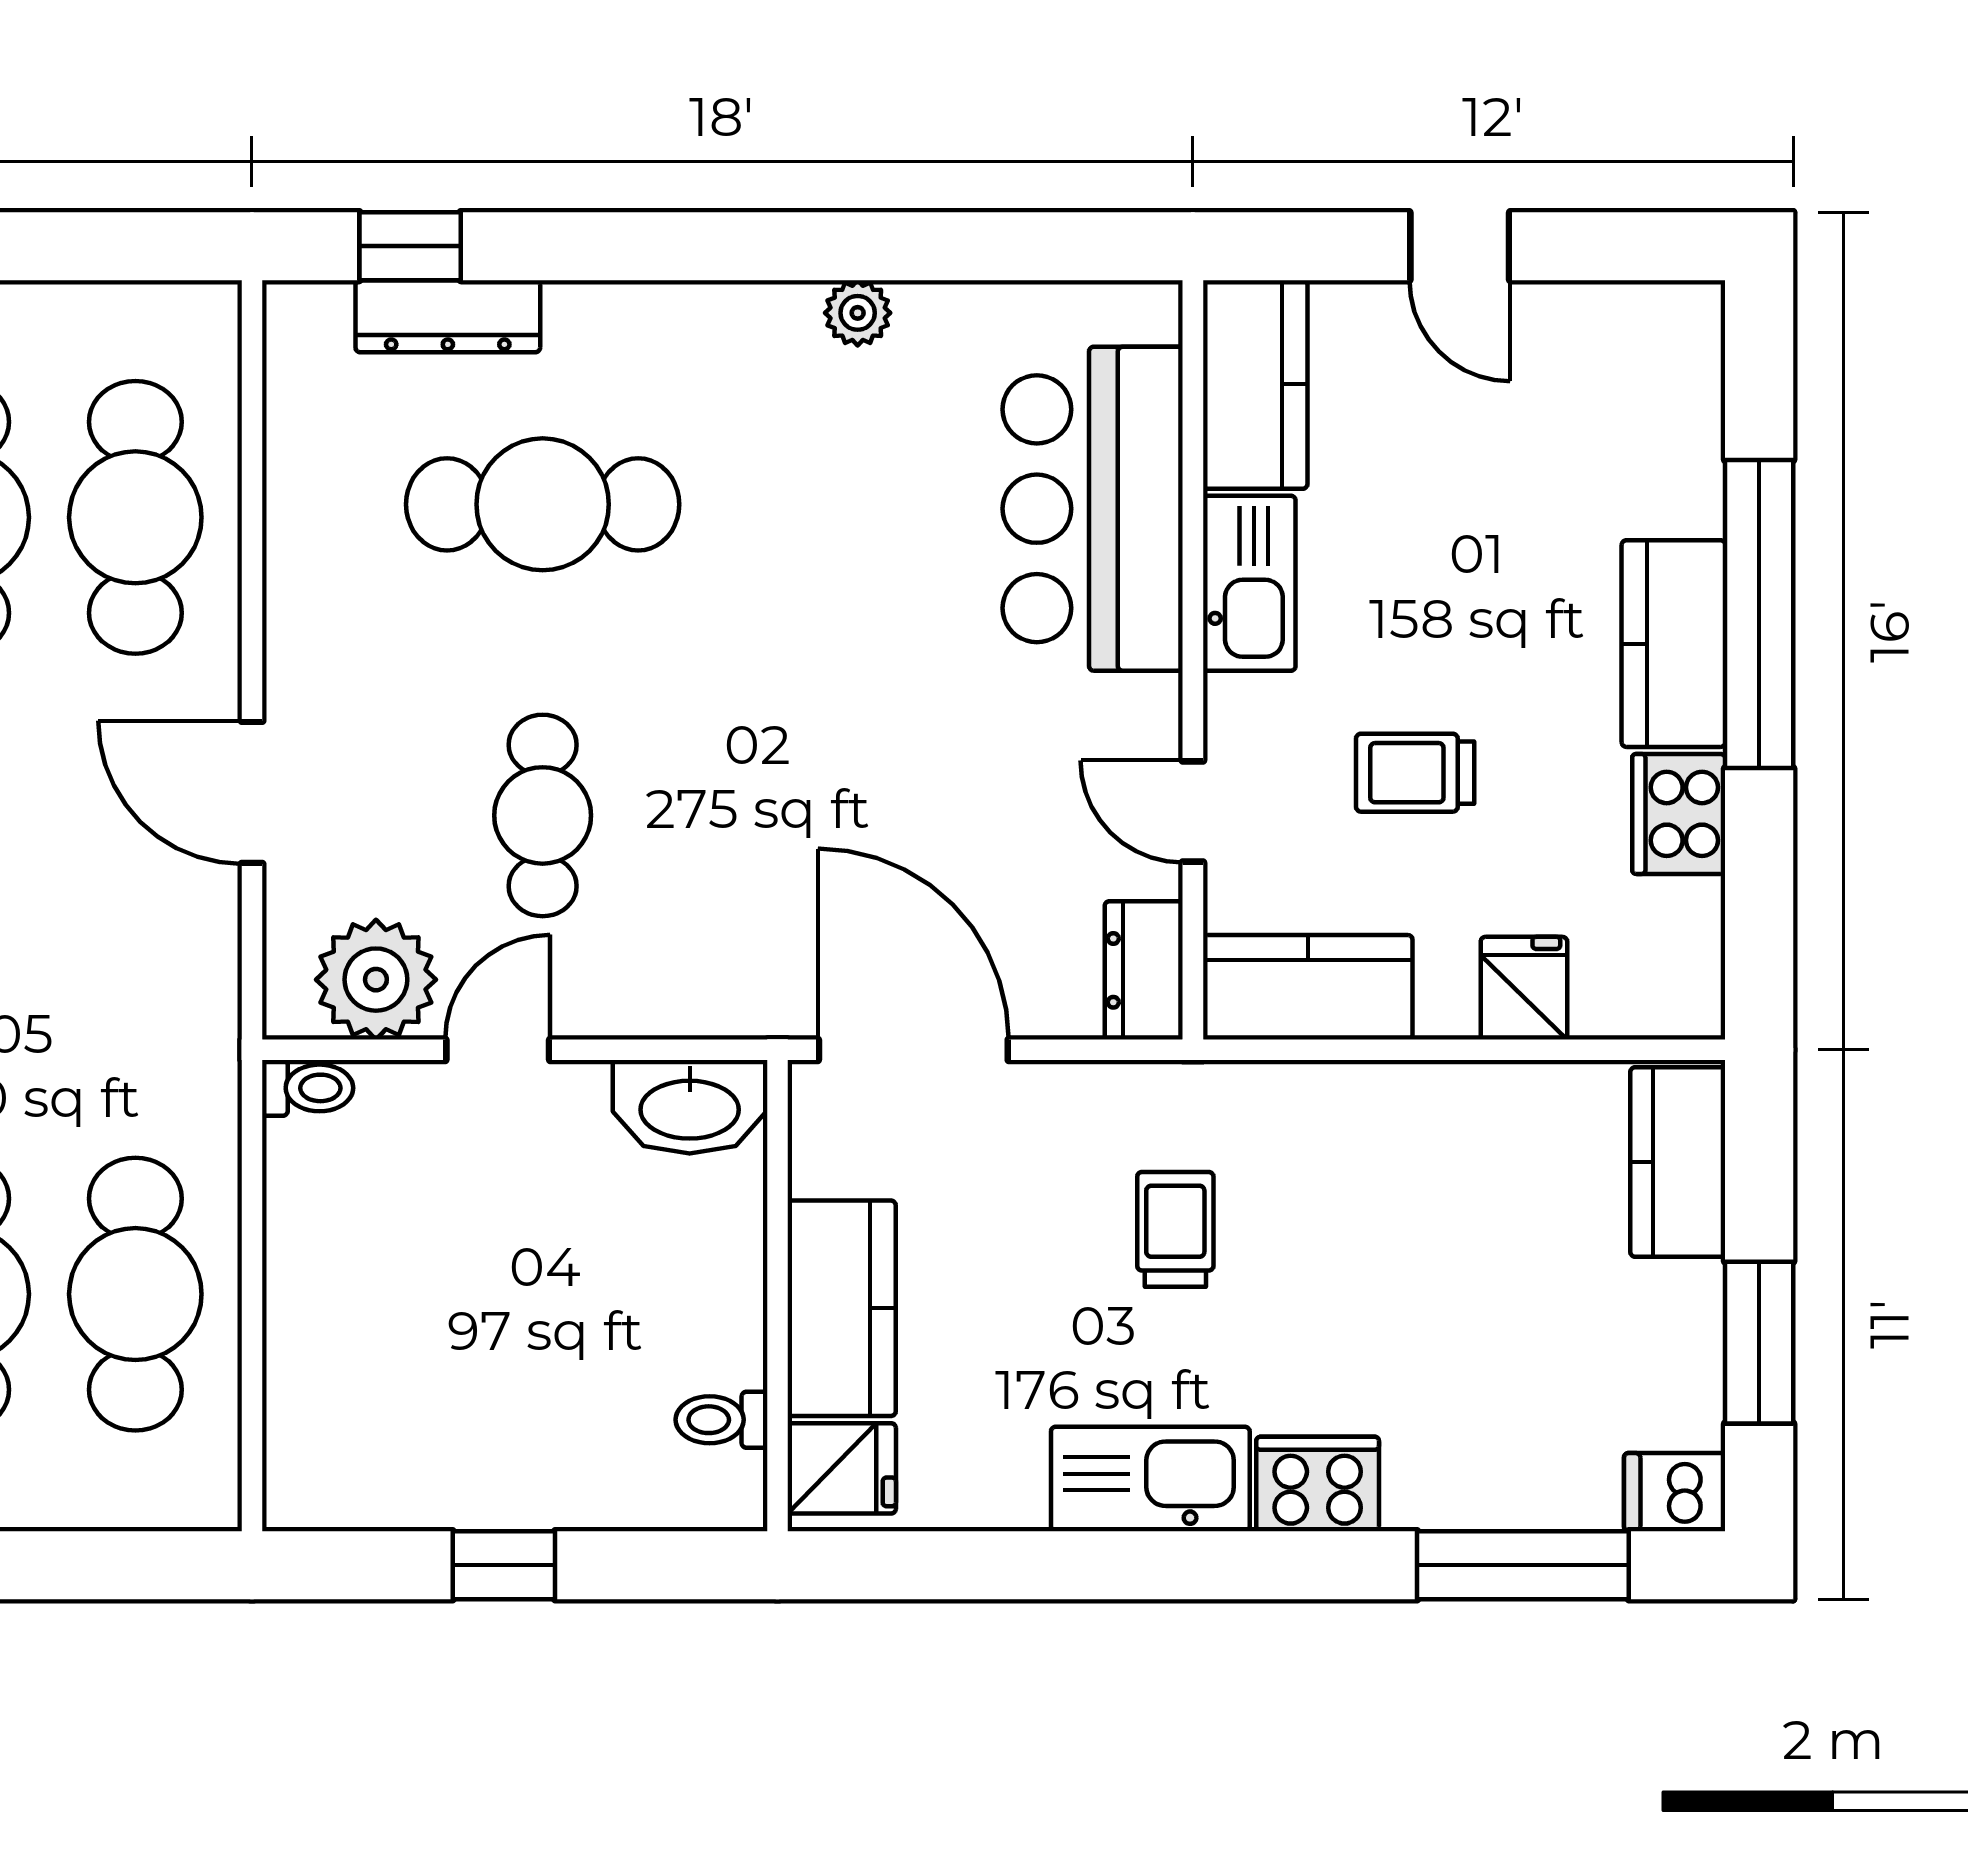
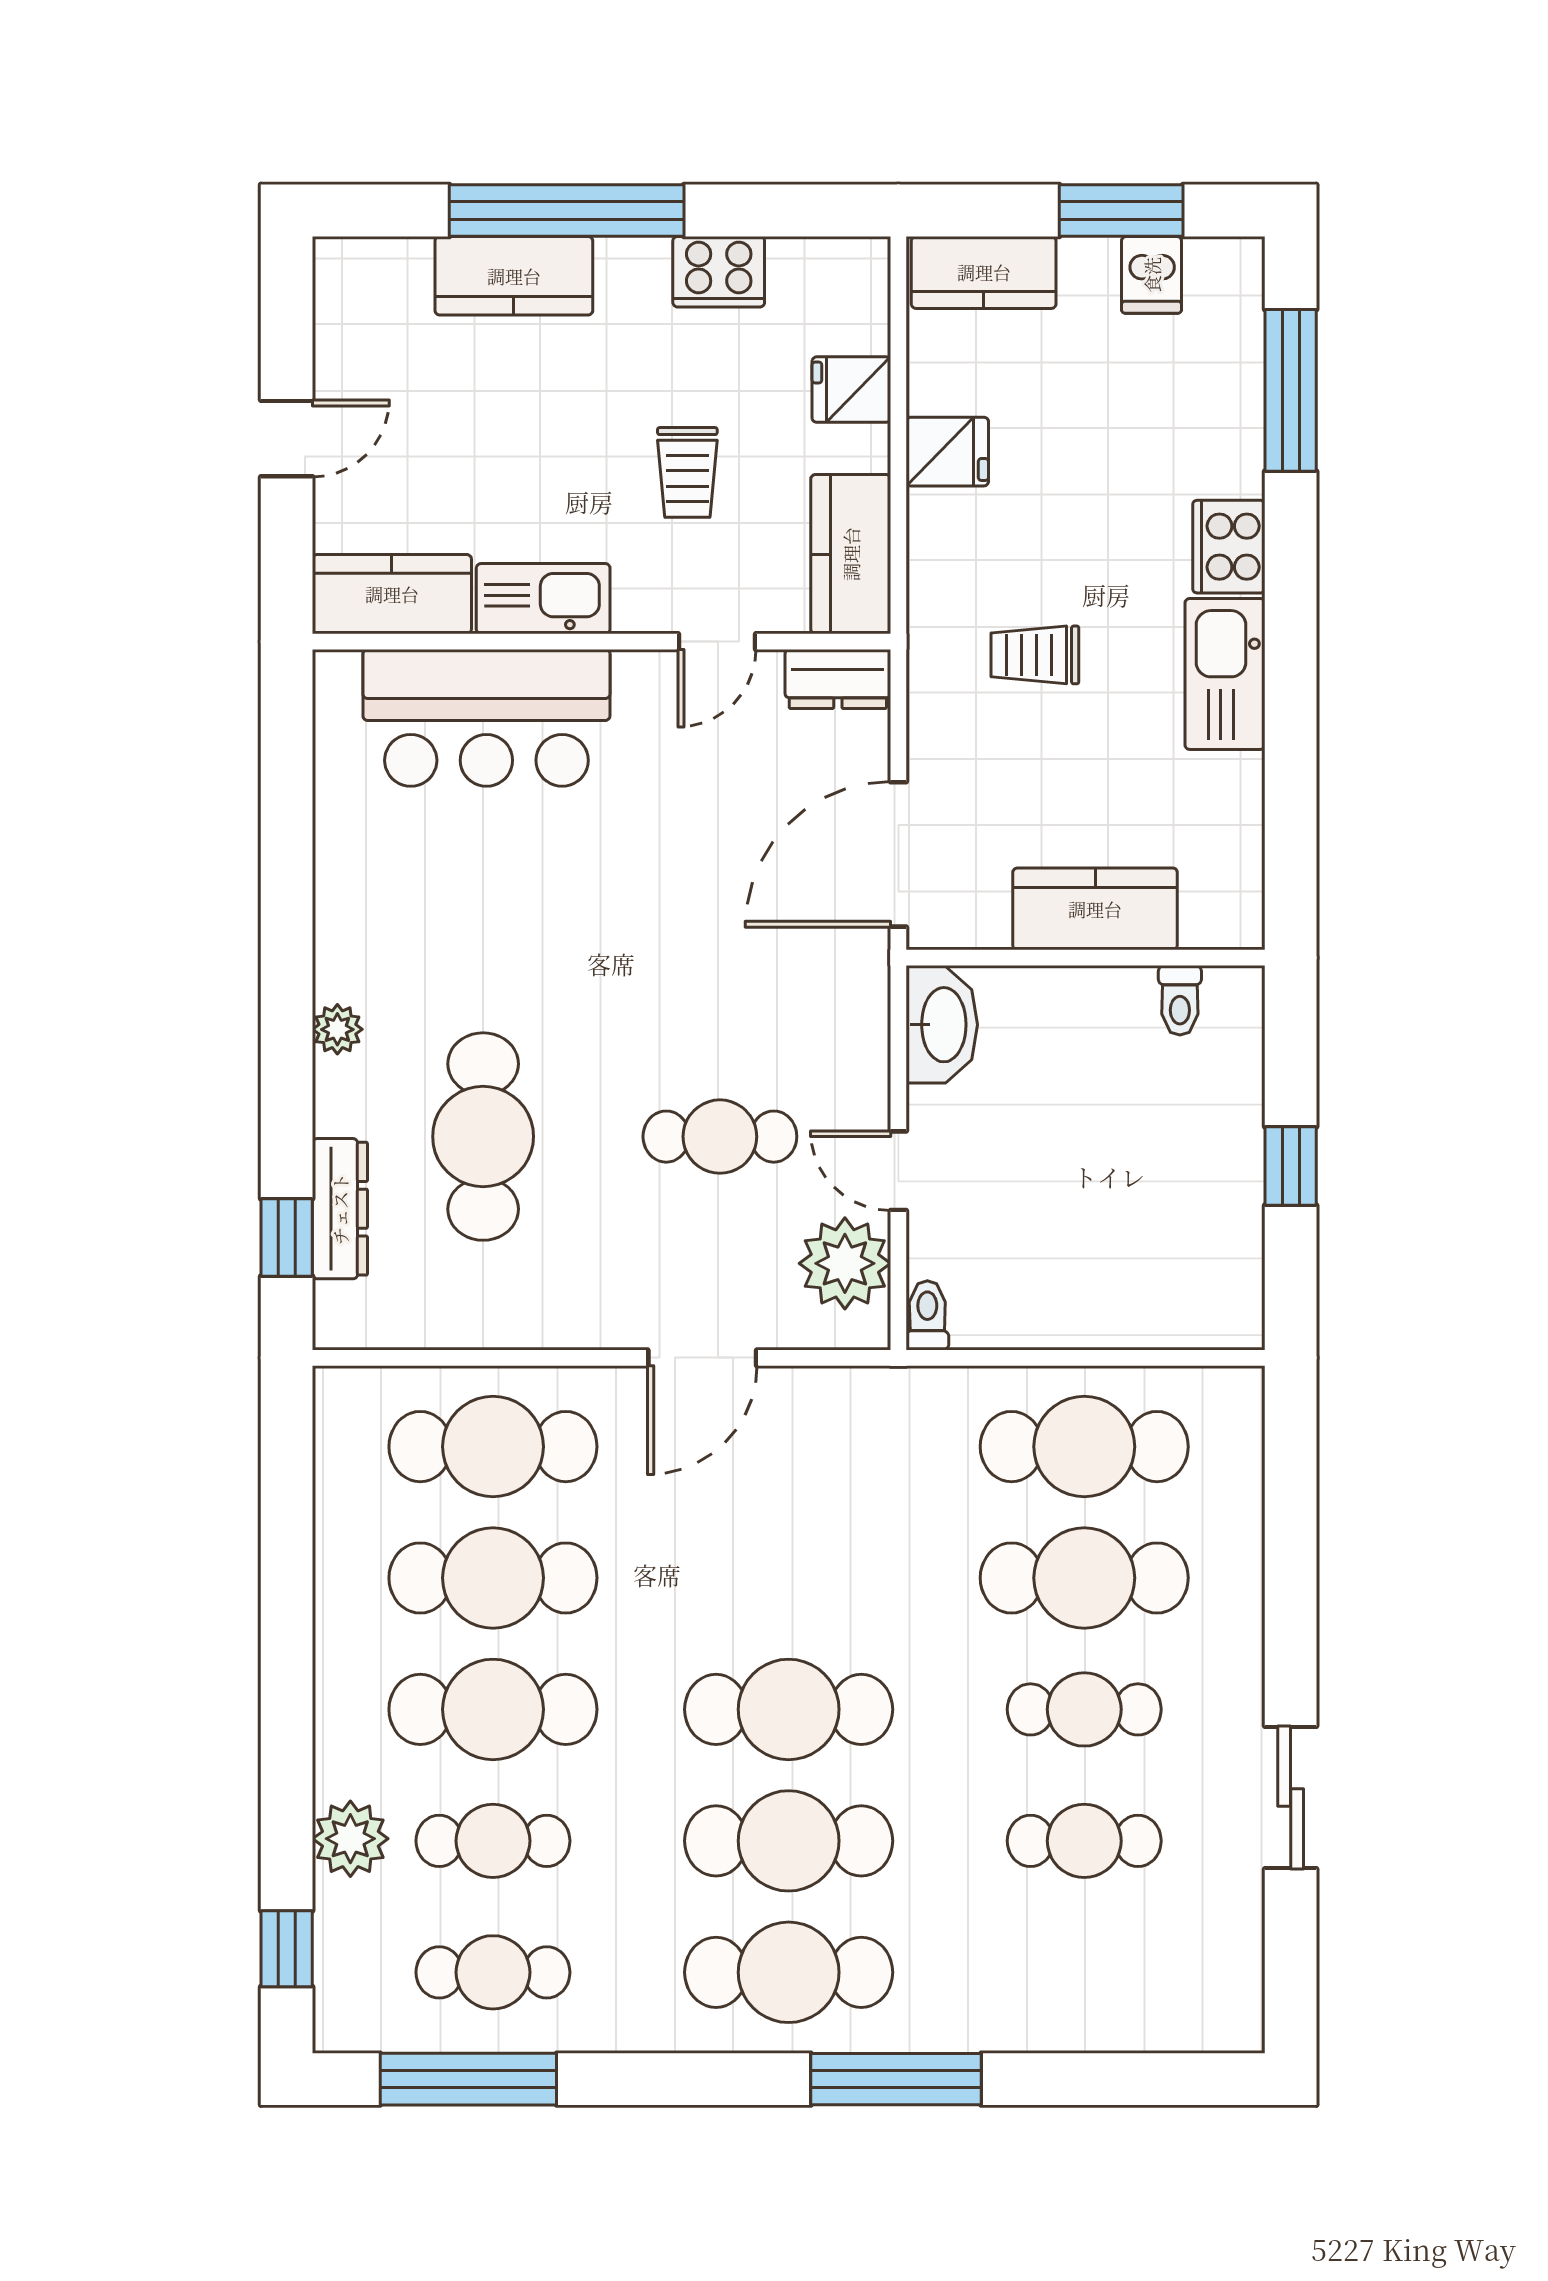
plant: (858, 313) -> (337, 1029), moved
kitchen counter: (1673, 644) -> (514, 276), moved
fridge: (842, 1468) -> (947, 452), moved, turned 90
dishwasher: (1675, 1492) -> (1152, 275), moved

